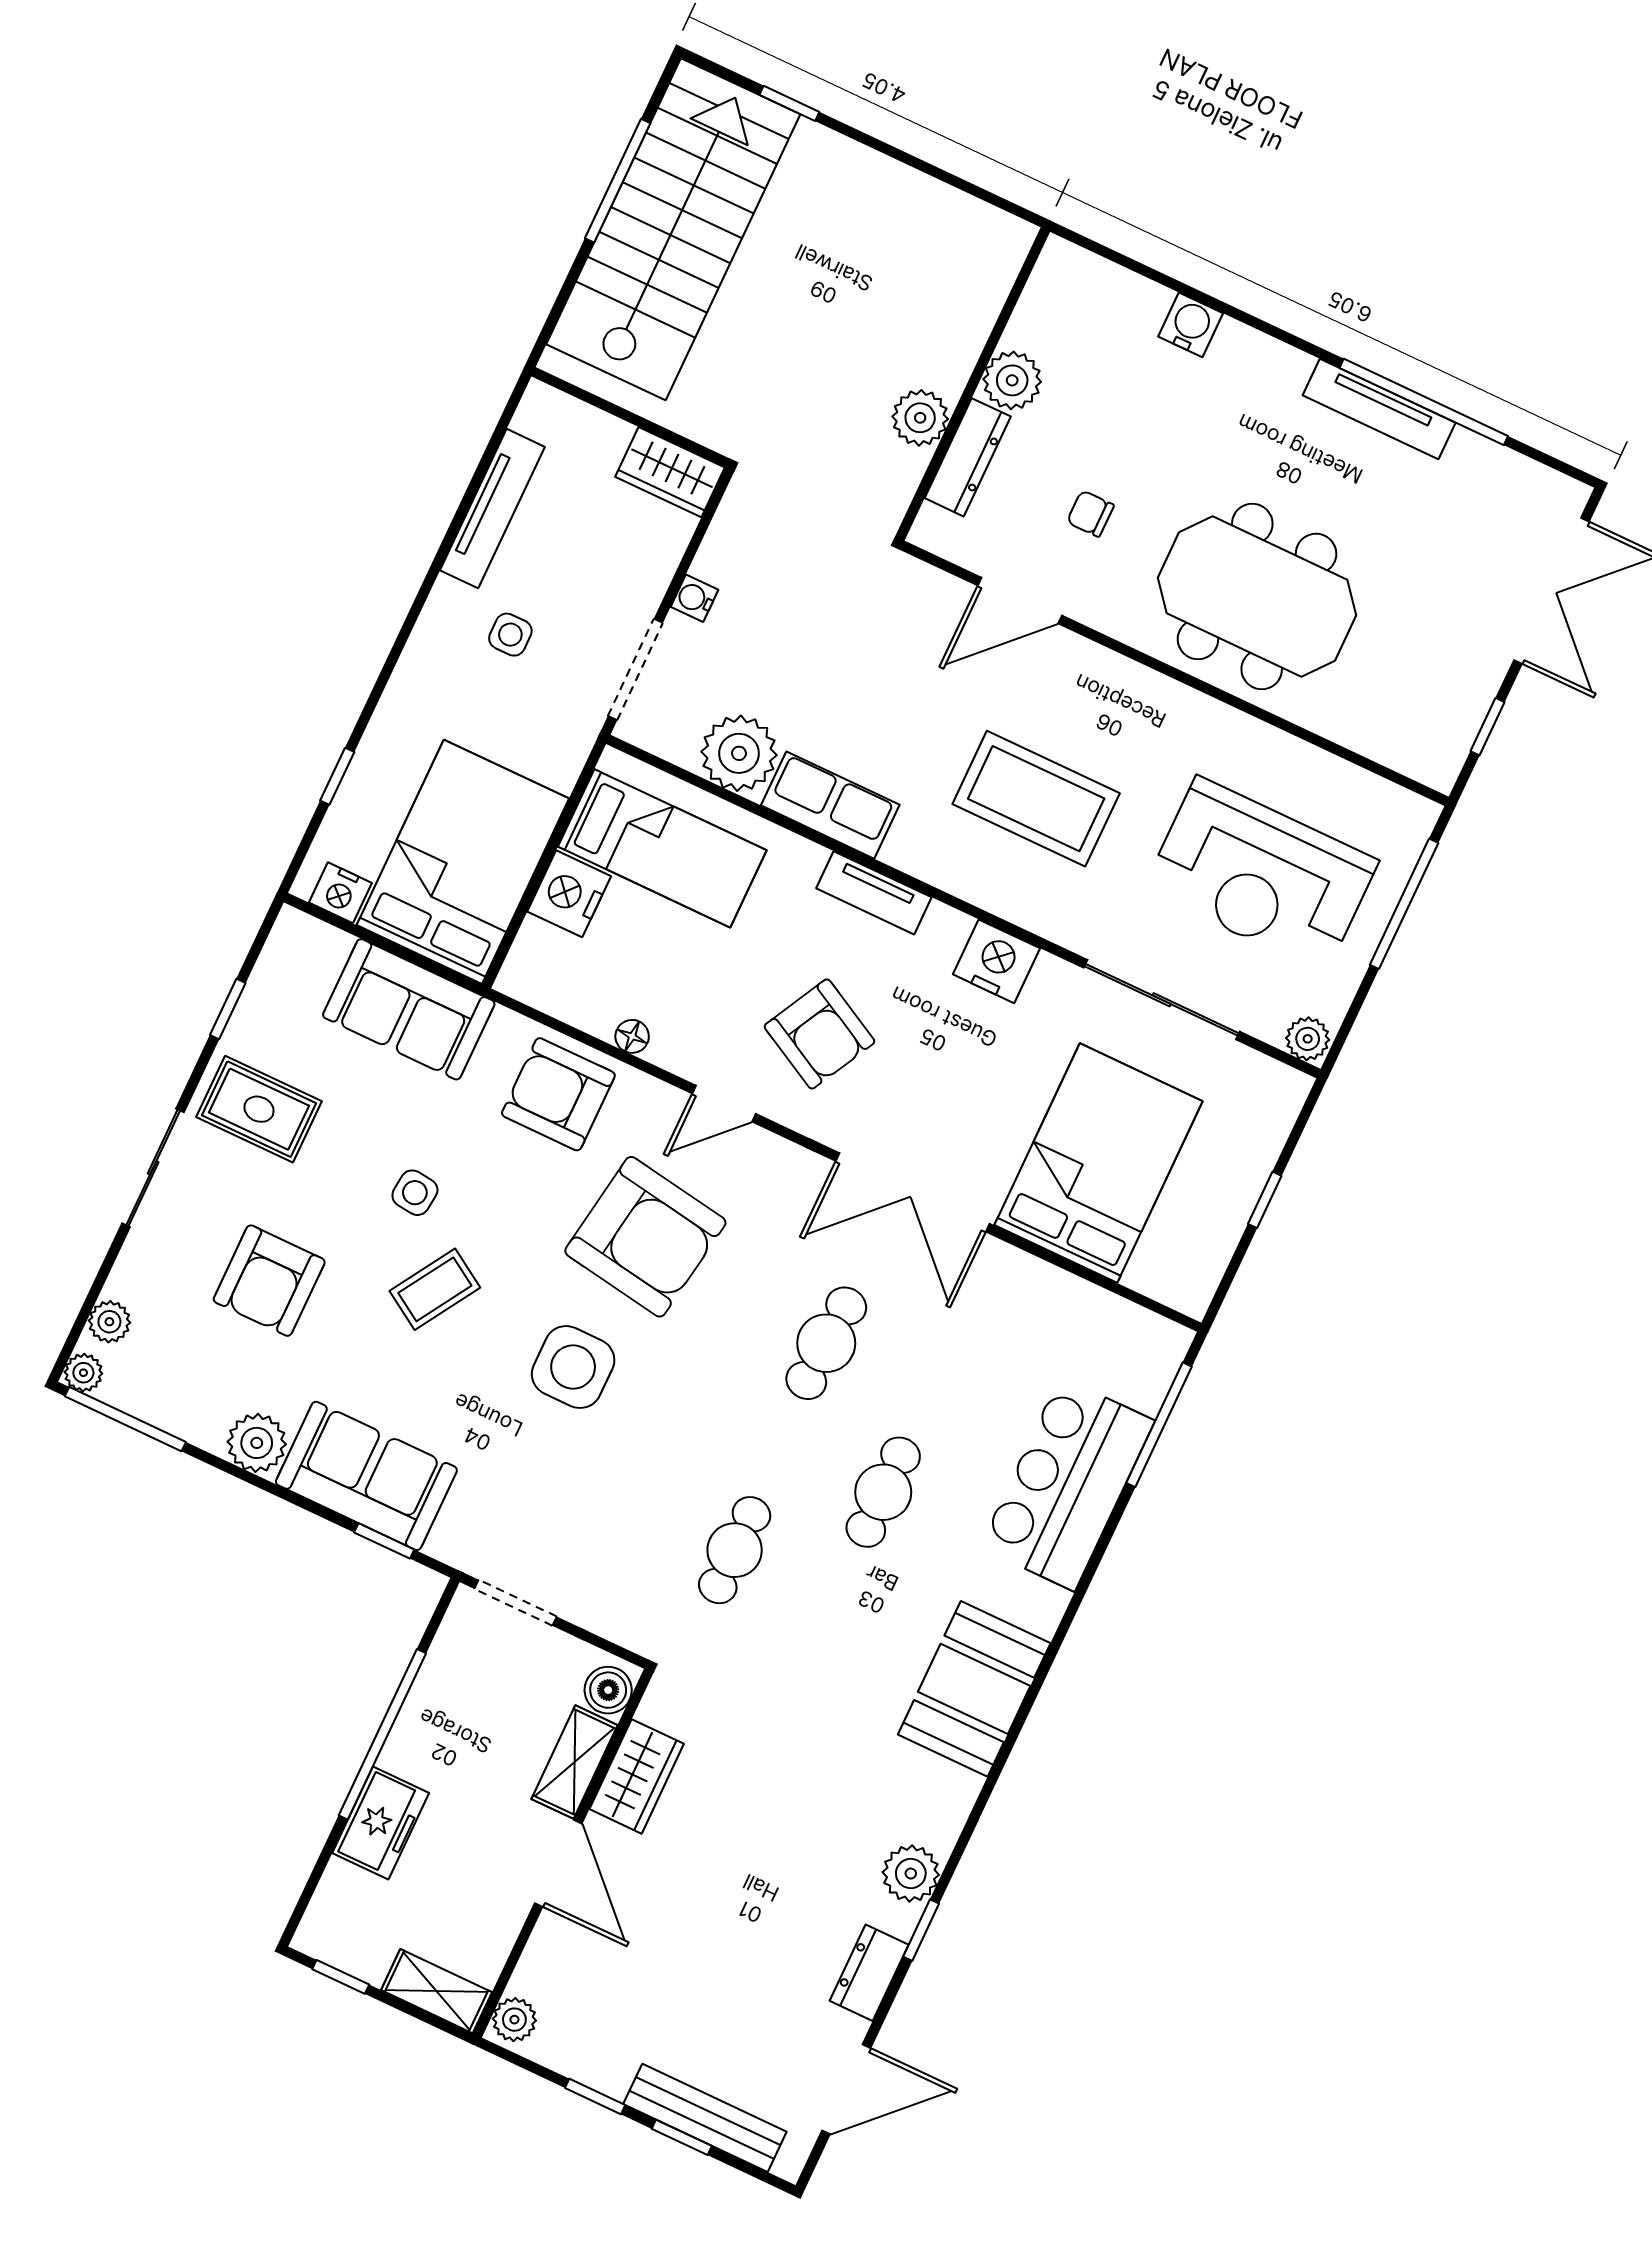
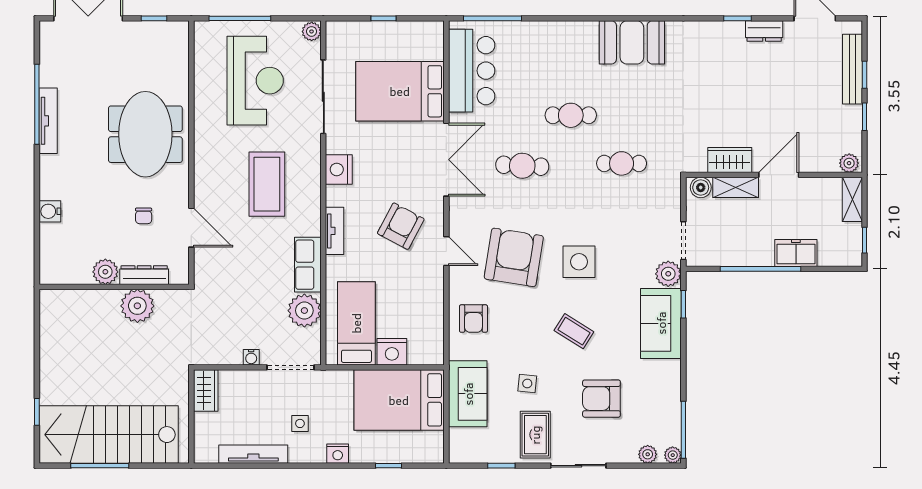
plant: (920, 418) -> (137, 306), width x1.36, depth x1.36
nightstand: (340, 893) -> (338, 454), moved, turned 90
floor lamp: (632, 1036) -> (437, 300), removed
armchair: (558, 1094) -> (473, 319), width x0.72, depth x0.72
side table: (415, 1193) -> (527, 383), moved
armchair: (269, 1281) -> (601, 399), turned 180
plant: (257, 1443) -> (668, 274), moved
bar counter: (1067, 1484) -> (472, 71), moved, turned -90
plant: (911, 1873) -> (717, 33), removed

